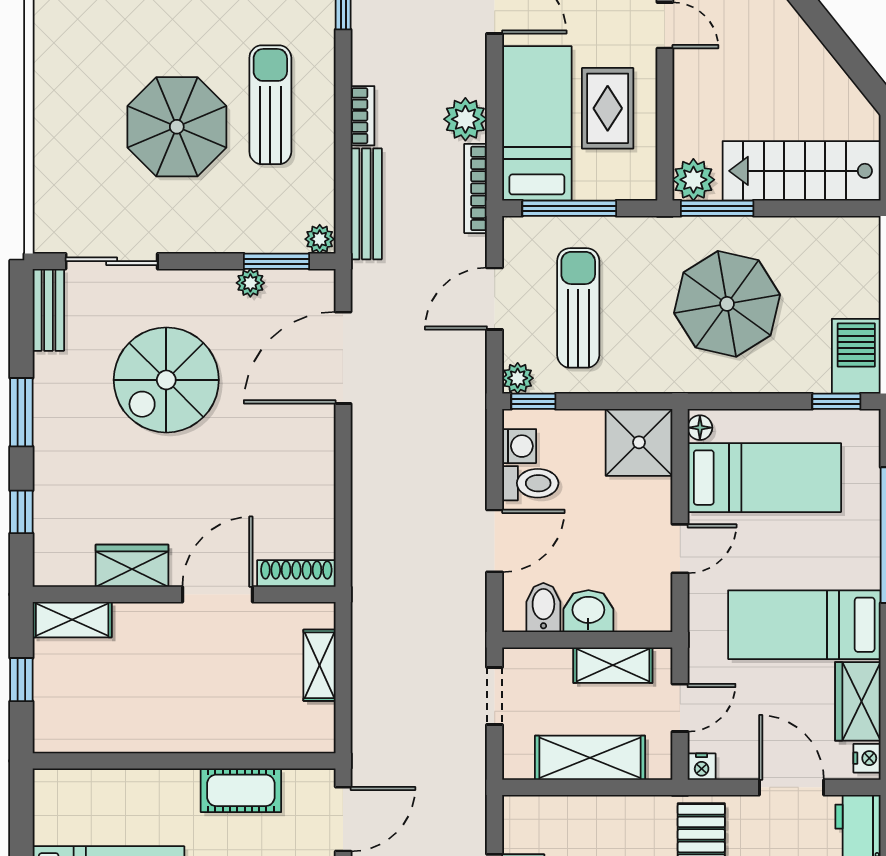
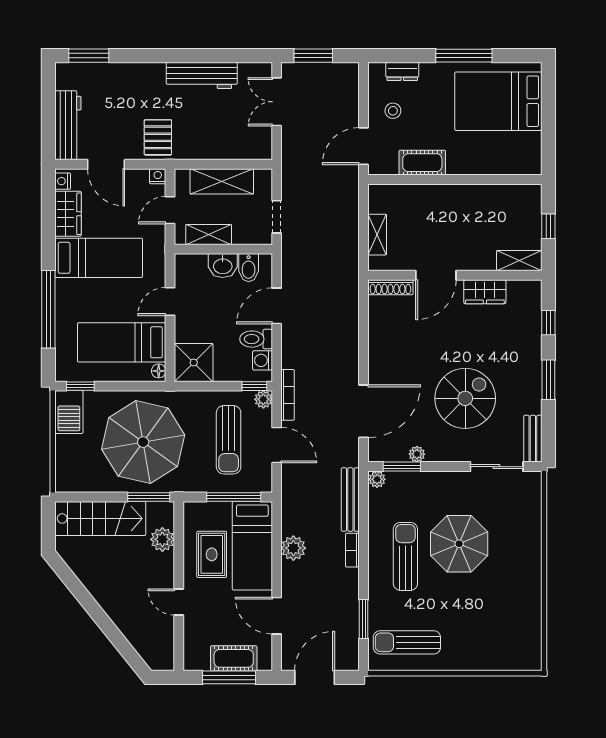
sun lounger: (270, 105) -> (405, 556), turned 180
plant: (693, 180) -> (162, 539), moved
bookcase: (476, 188) -> (288, 395), moved
door: (495, 299) -> (277, 445), hinge flipped
parasol: (727, 304) -> (143, 442), width x1.36, depth x1.36

